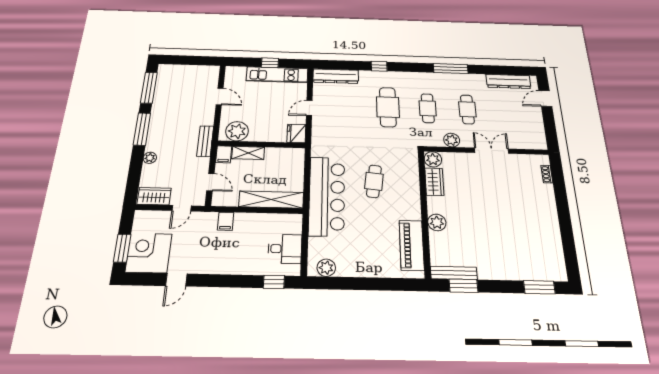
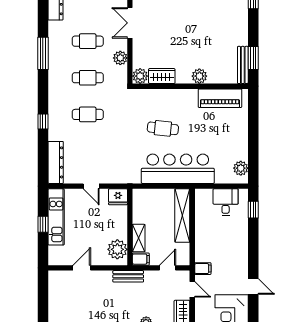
cafe table: (388, 107) -> (88, 114), width x0.73, depth x0.74
filing cabinet: (226, 221) -> (203, 269), moved

